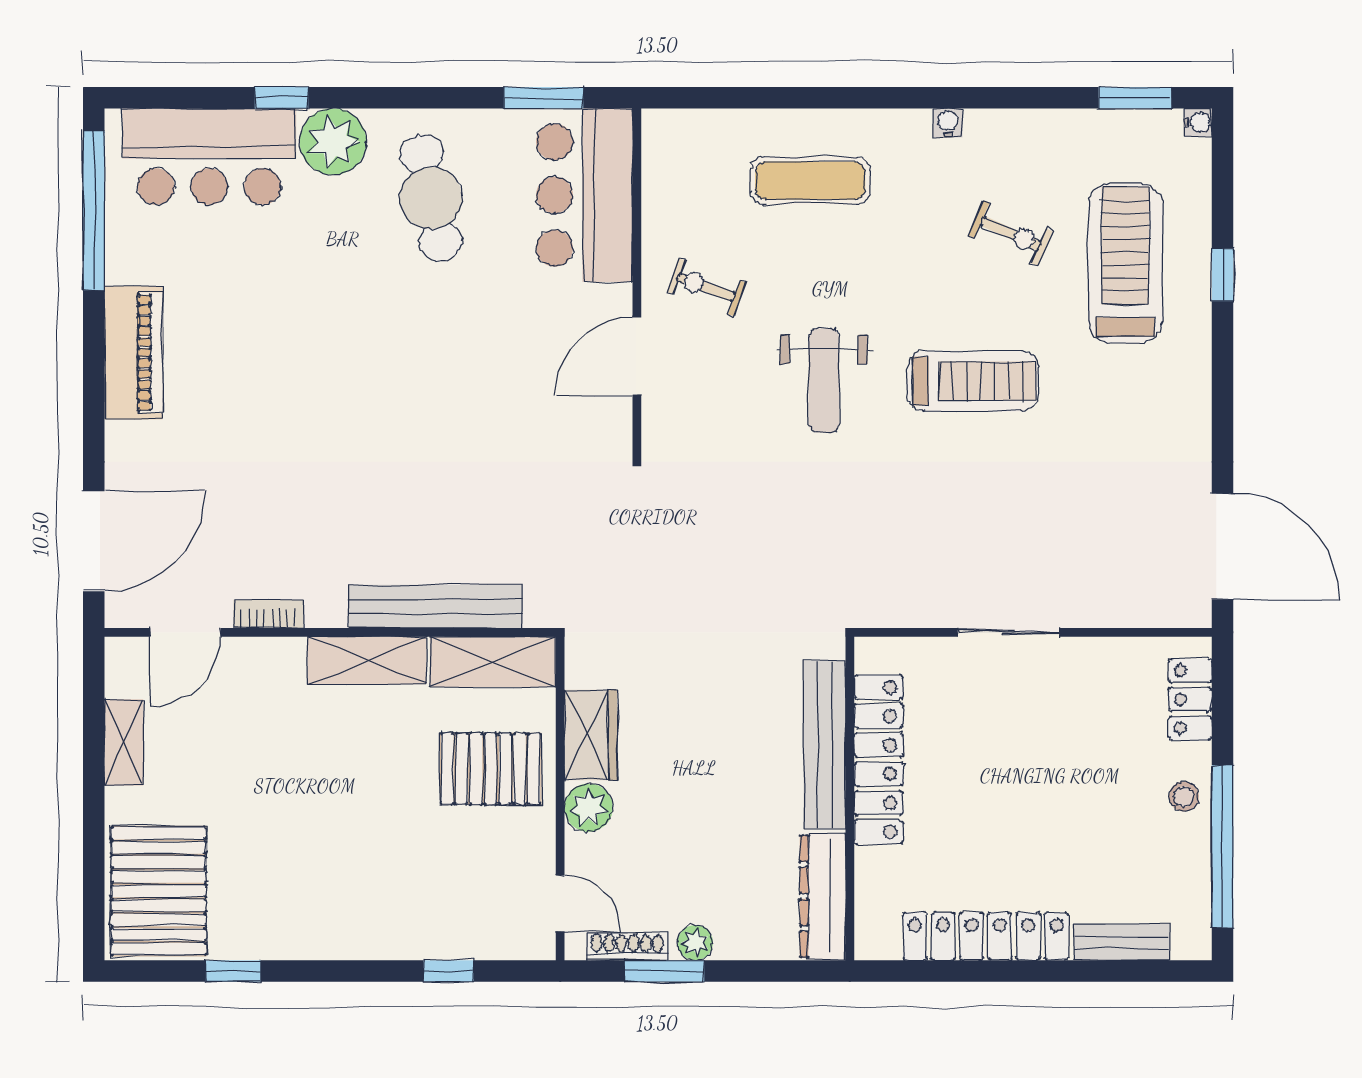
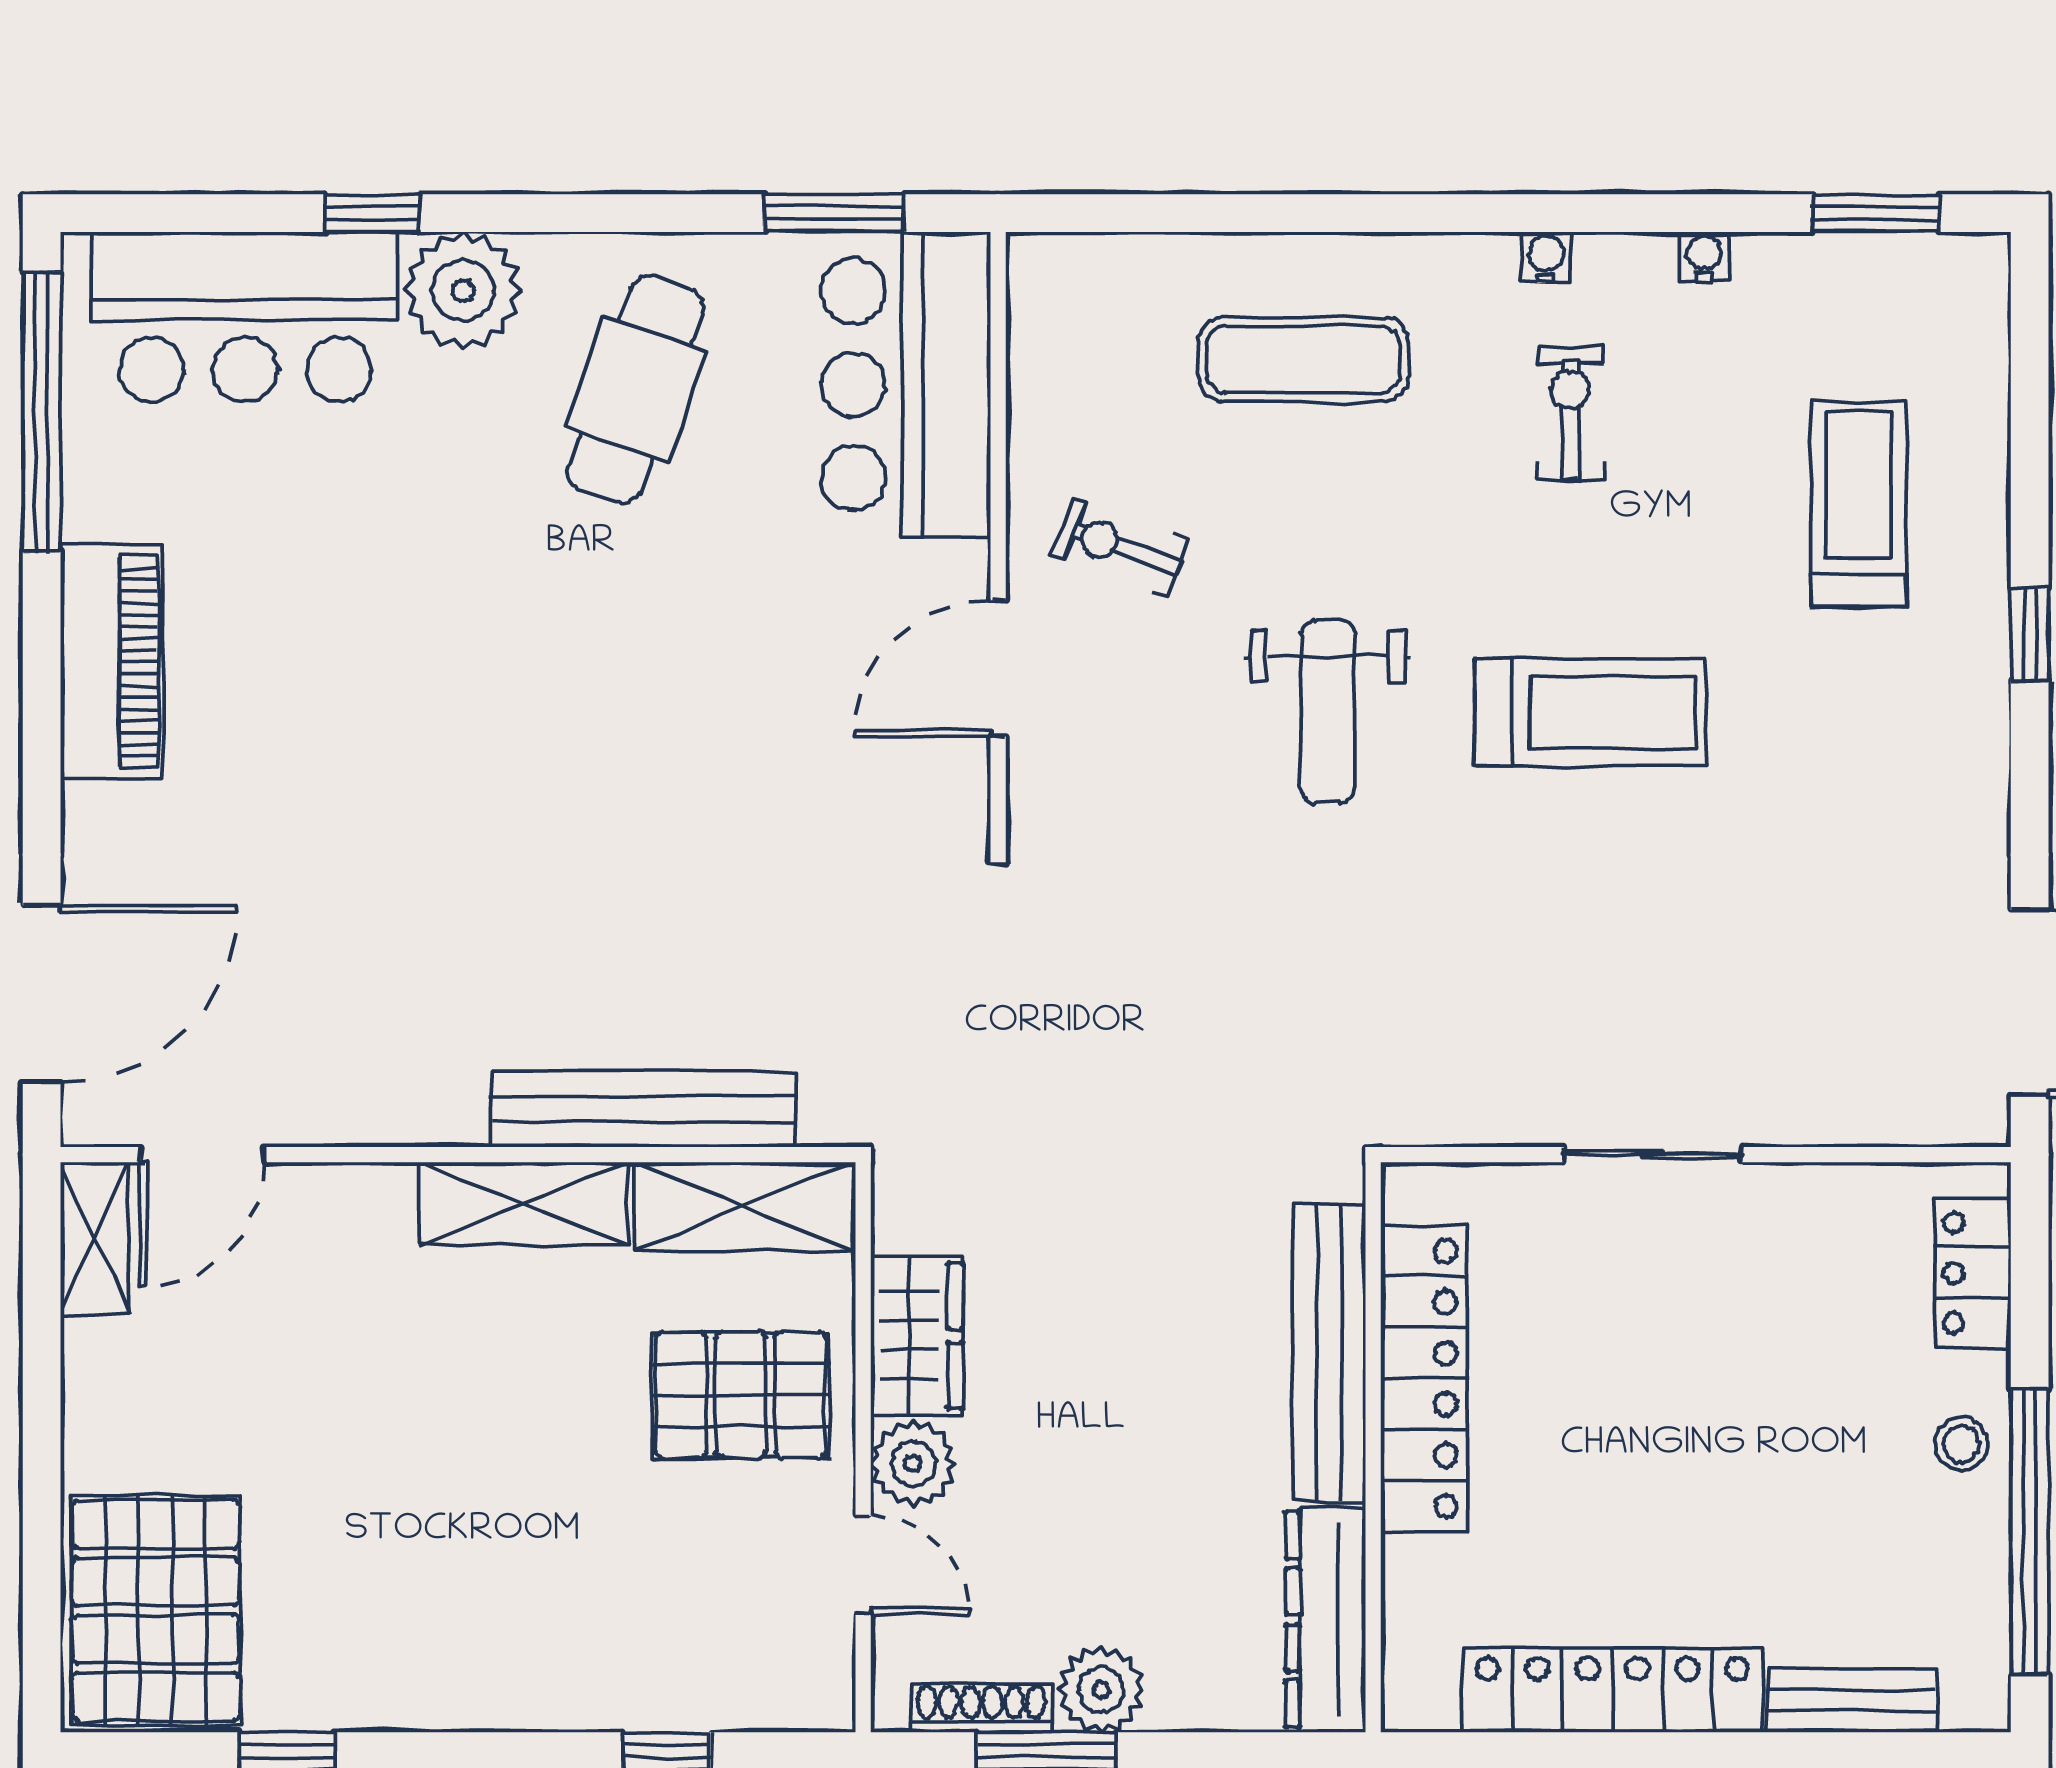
water cooler: (1198, 122) -> (1704, 256), moved, turned -90
cafe table: (431, 198) -> (636, 389), turned 31
exercise bike: (1011, 233) -> (1570, 413), moved, turned -114
treadmill: (1125, 263) -> (1858, 504), width x0.73, depth x0.73
window: (1223, 275) -> (2030, 634), moved
bookcase: (268, 614) -> (349, 1122), removed
shelving: (124, 742) -> (95, 1238), moved
door: (560, 903) -> (863, 1565), moved
plant: (695, 943) -> (1101, 1690), width x1.38, depth x1.38

